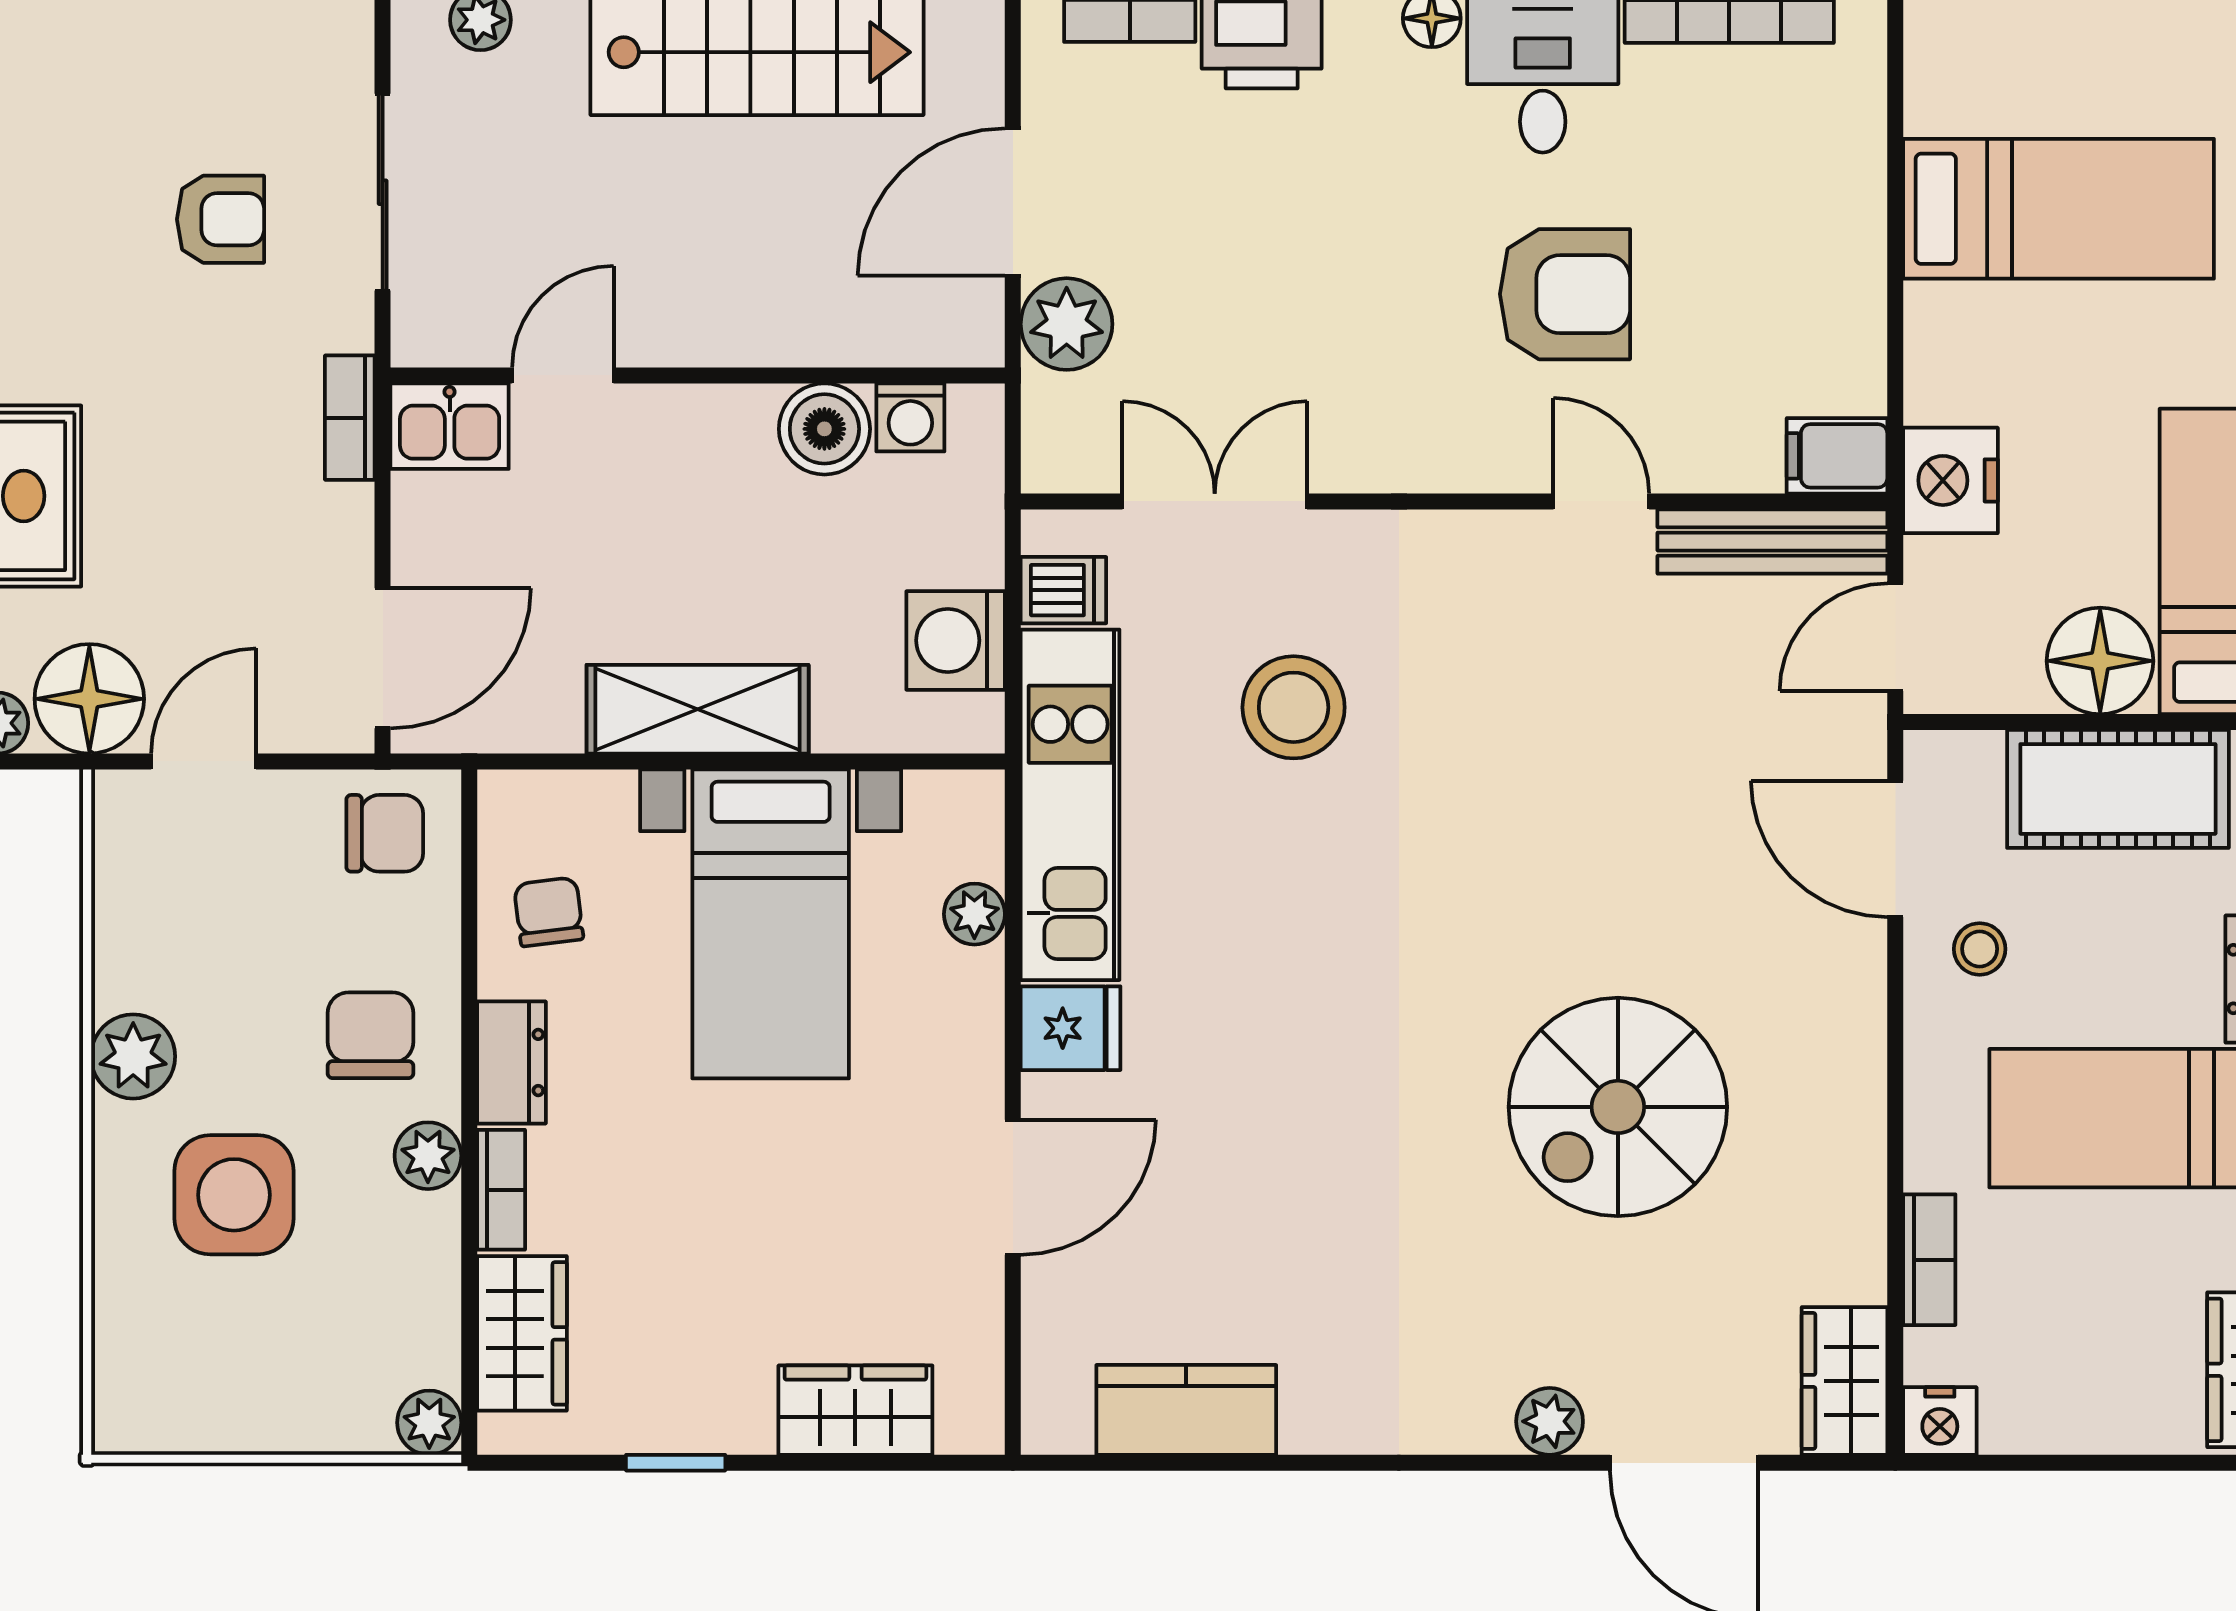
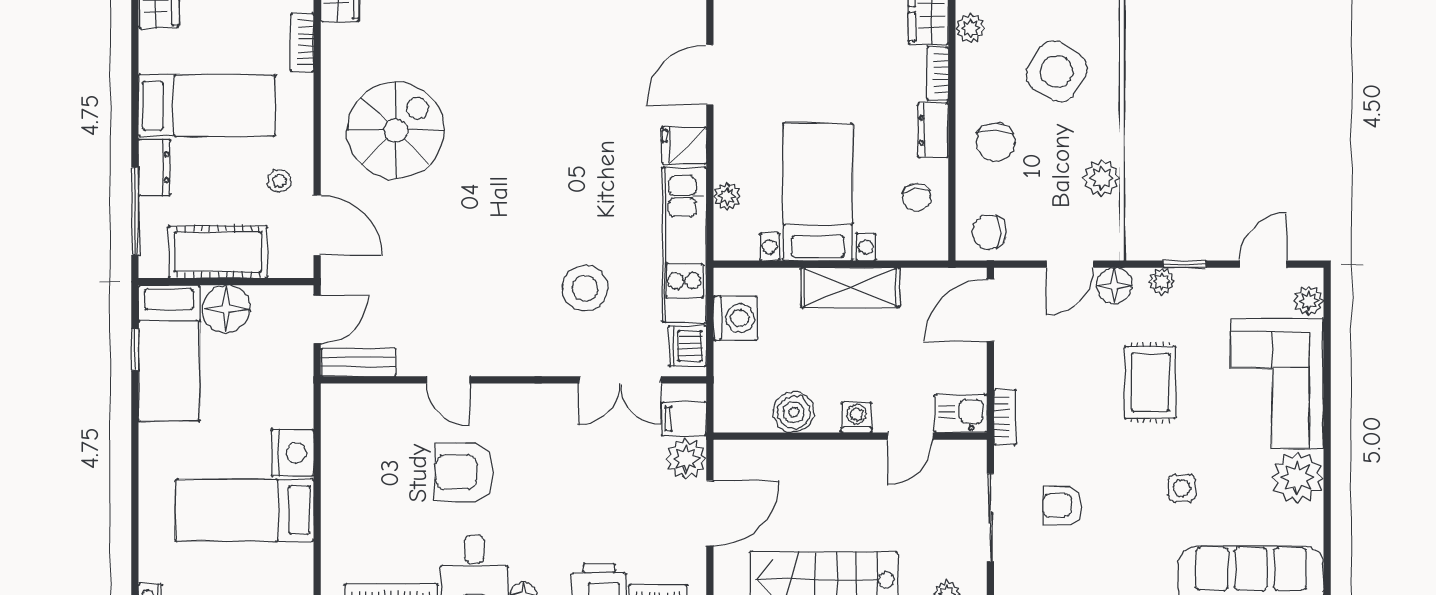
washing machine: (910, 417) -> (857, 417), moved
filing cabinet: (1837, 456) -> (684, 419), moved, turned 180
nightstand: (1950, 480) -> (293, 453), moved
bench: (1772, 542) -> (358, 362), width x0.73
dishwasher: (1063, 590) -> (687, 346), width x1.38
floor lamp: (89, 699) -> (1114, 285), width x0.73, depth x0.73
plant: (133, 1056) -> (1101, 178), moved
spiral stairs: (1618, 1107) -> (396, 130), moved
plant: (428, 1156) -> (970, 28), moved
side table: (234, 1195) -> (1057, 71), turned 33

